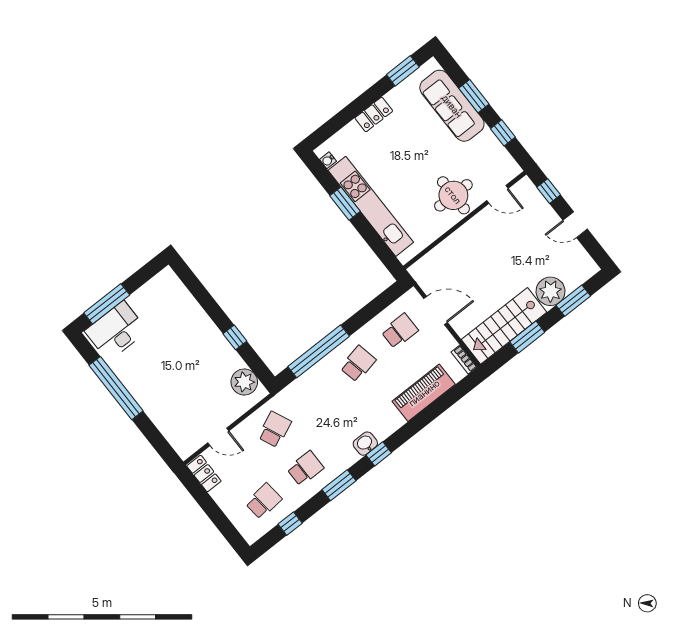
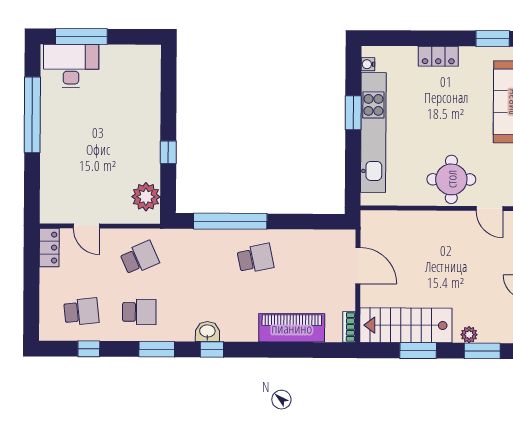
plant: (550, 291) -> (469, 335), width x0.53, depth x0.53
school desk: (400, 331) -> (313, 259), removed

